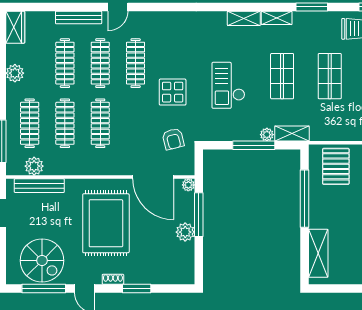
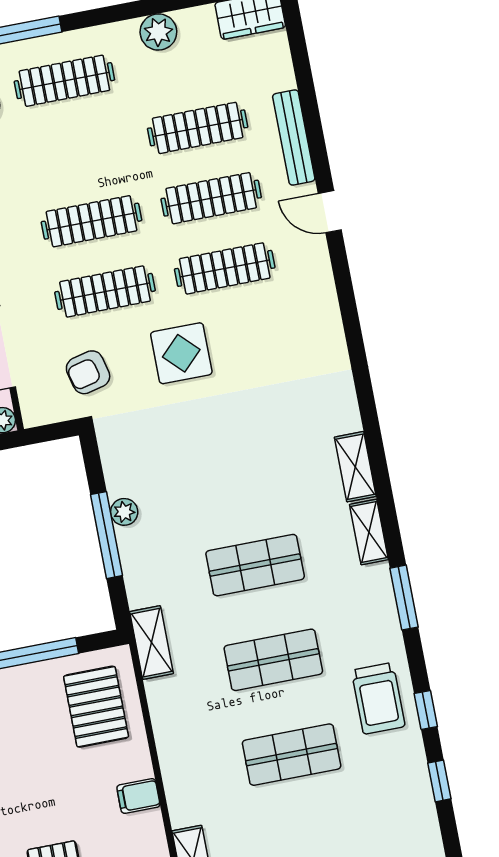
checkout: (228, 85) -> (216, 462), removed
clothes rail: (65, 123) -> (105, 291), moved
shelving: (292, 134) -> (152, 643), moved
plant: (267, 135) -> (124, 512), moved
pallet: (336, 166) -> (96, 707), turned 90

